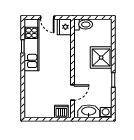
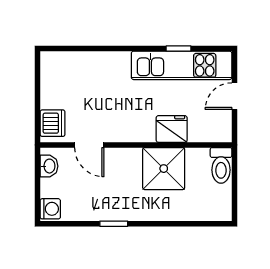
fridge: (64, 27) -> (172, 129), moved
shower: (101, 58) -> (164, 169), moved
washbasin: (89, 111) -> (49, 166), width x0.52, depth x0.69

